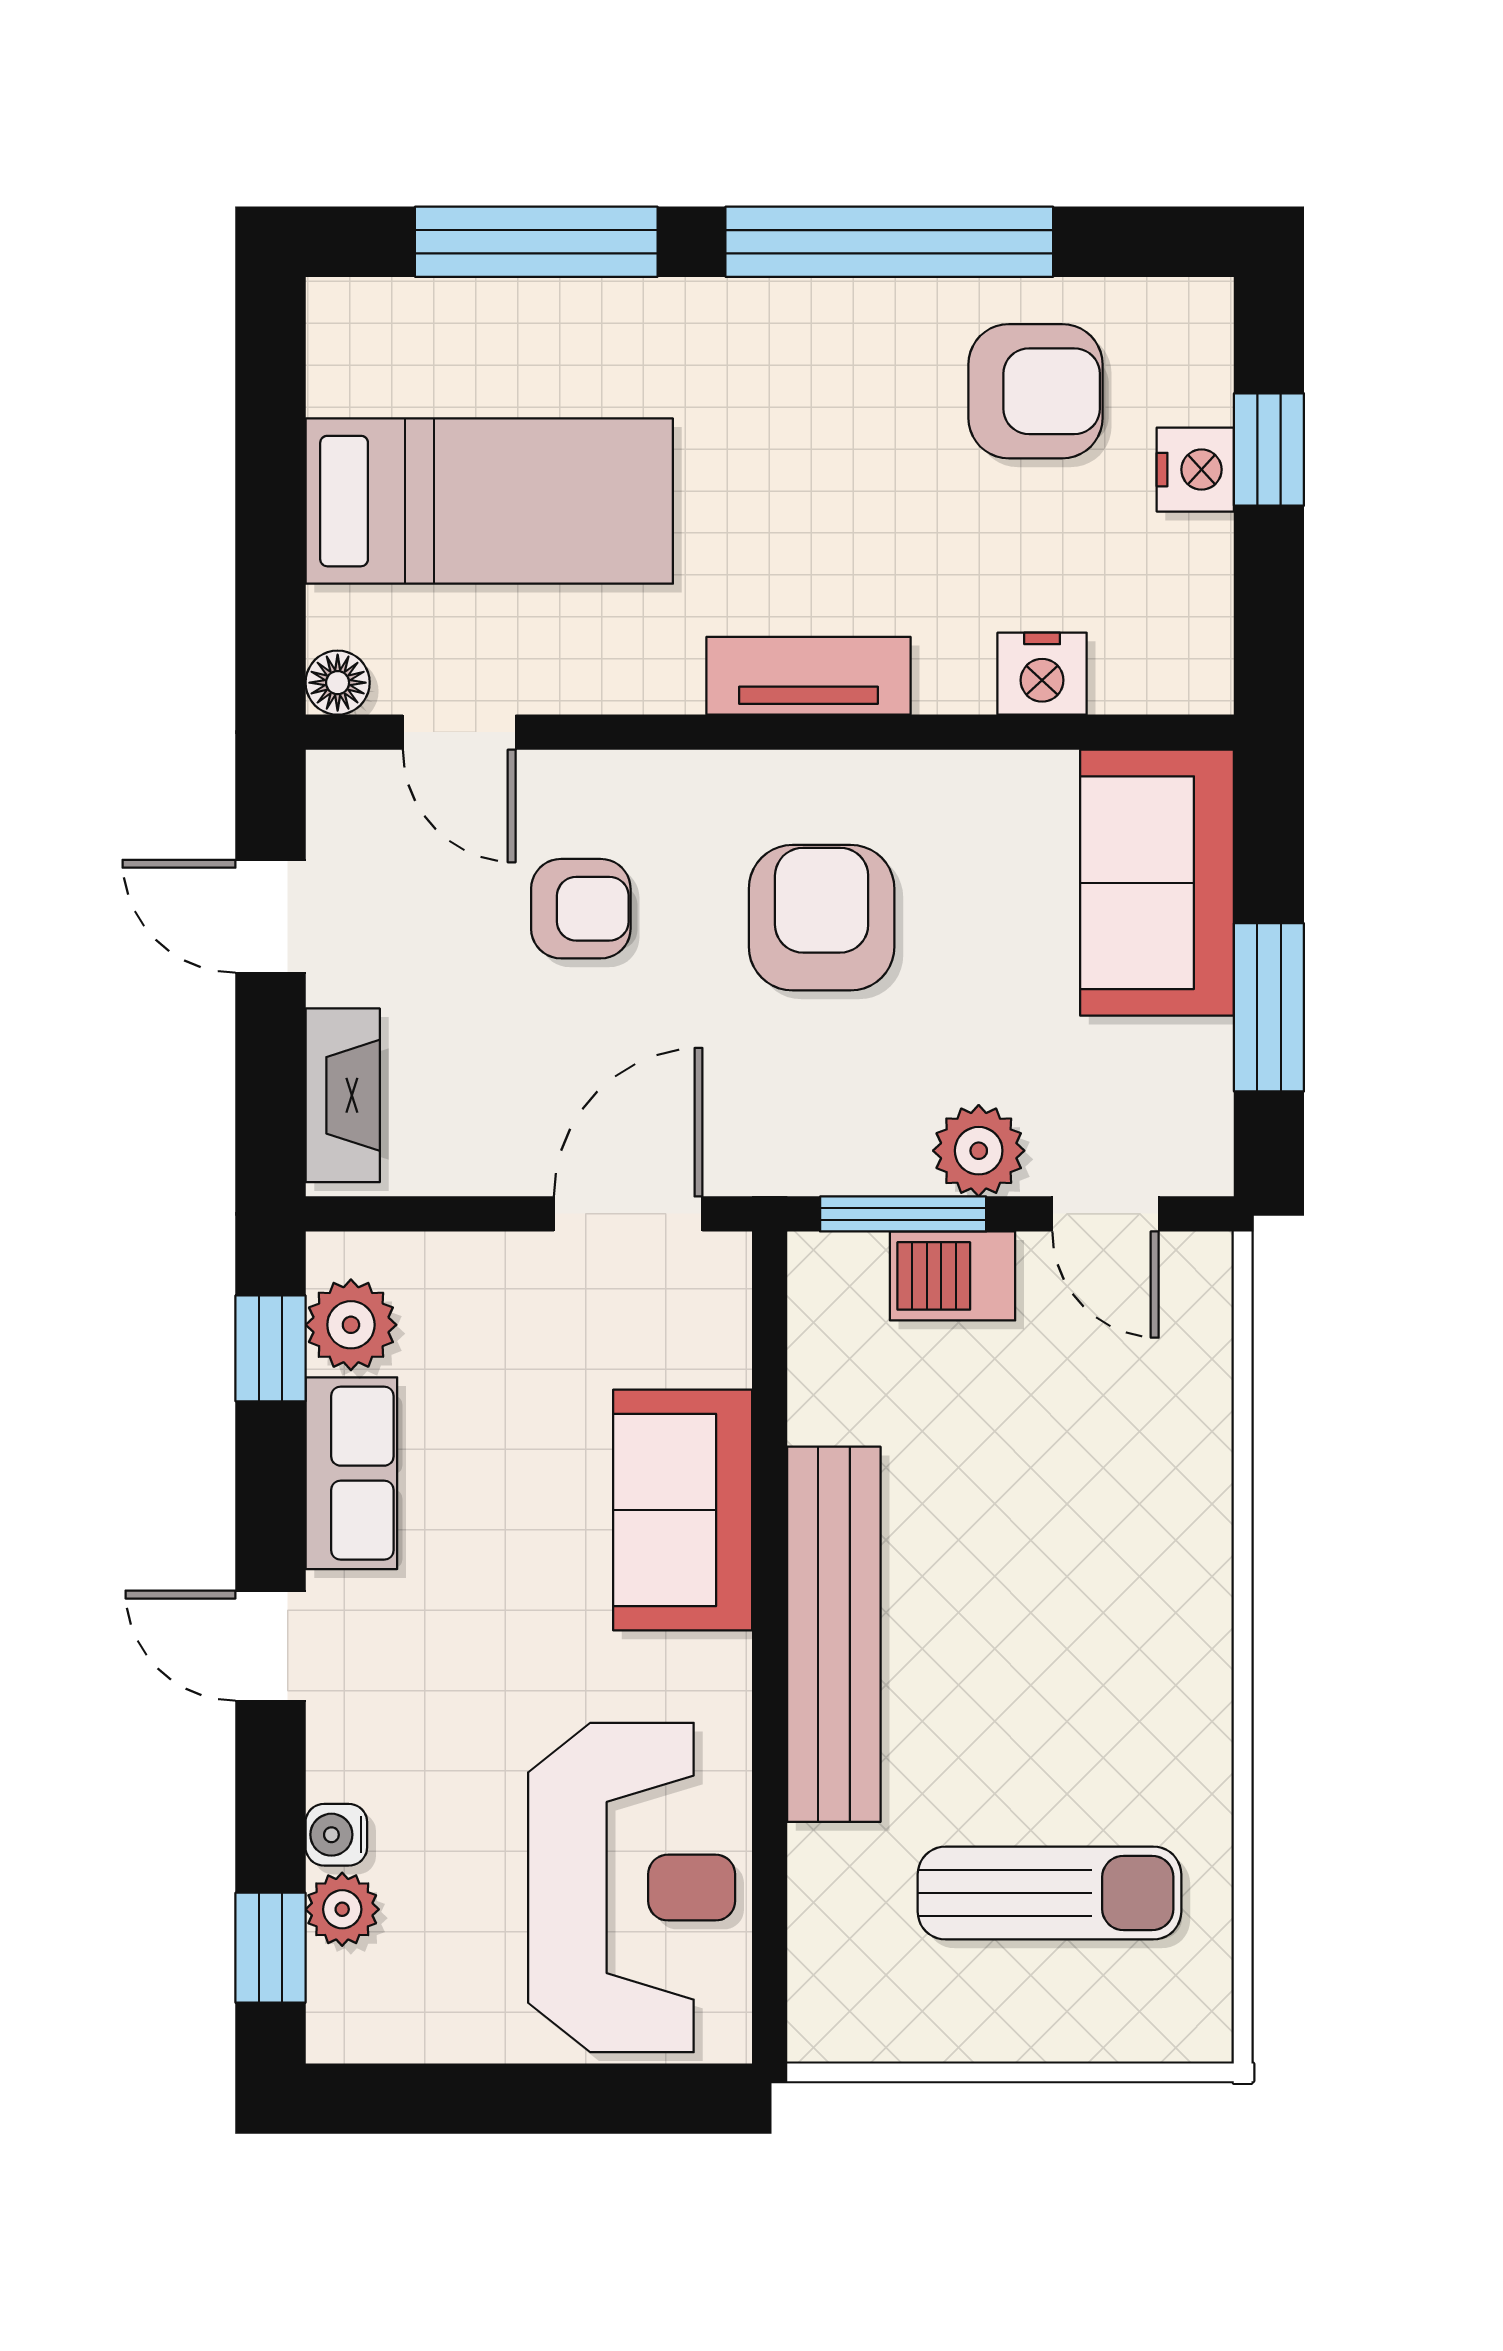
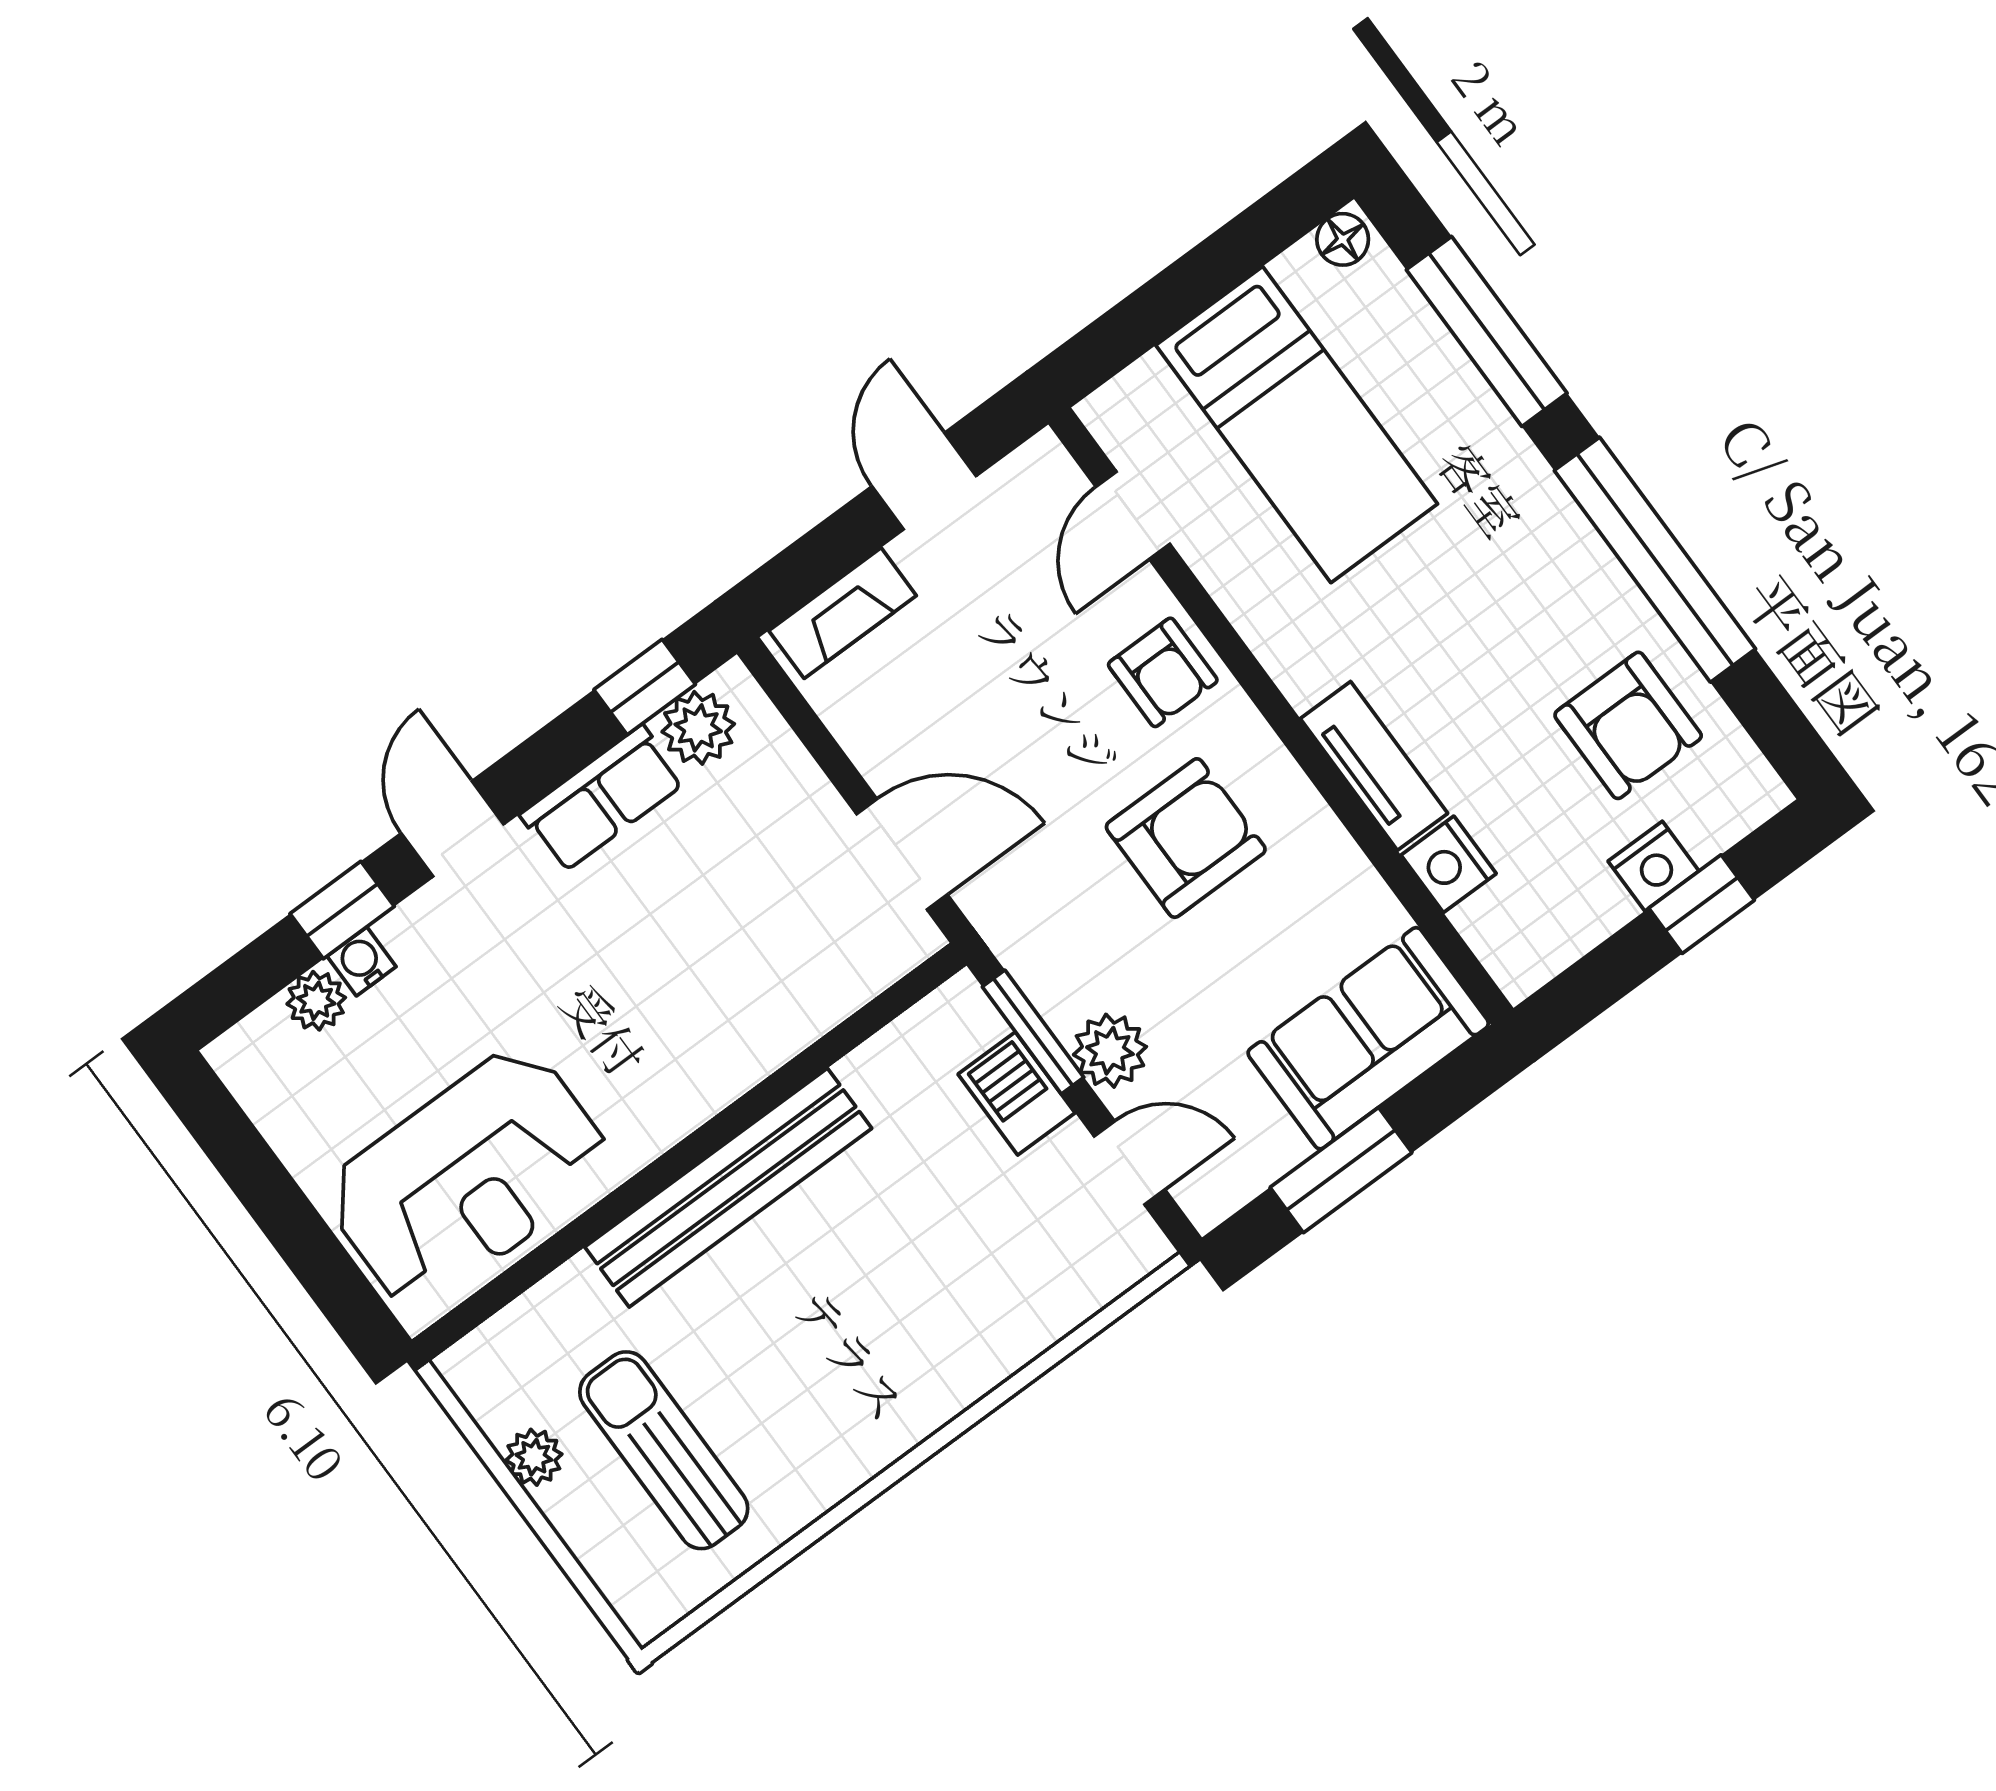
tv unit: (809, 676) -> (1374, 766), moved
floor lamp: (338, 683) -> (1343, 239), moved
armchair: (581, 909) -> (1163, 672), moved
door: (1106, 1214) -> (1130, 1163), swing flipped
sofa: (683, 1510) -> (737, 1031), removed
sun lounger: (1049, 1893) -> (664, 1450), turned 180
window: (270, 1948) -> (342, 910), moved
plant: (960, 2028) -> (534, 1457), added

